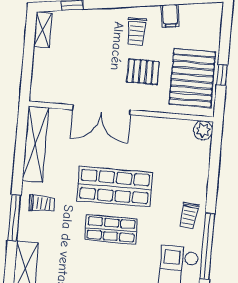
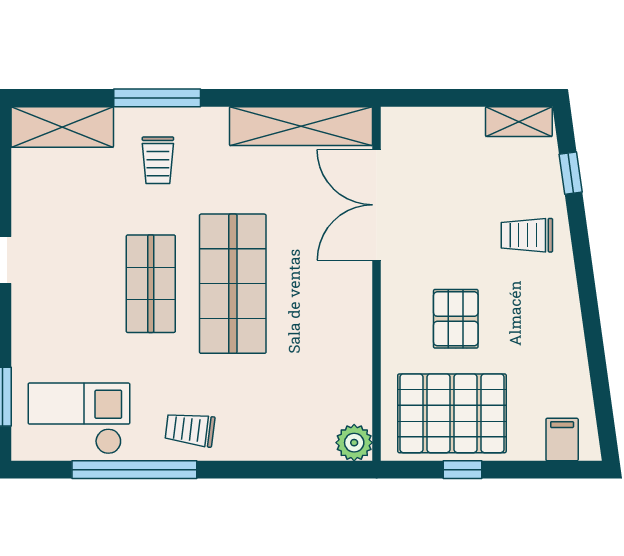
filing cabinet: (170, 16) -> (562, 440), moved, turned 98
trolley: (136, 31) -> (527, 235), moved
double door: (101, 110) -> (377, 205), moved
trolley: (42, 203) -> (158, 160), moved

